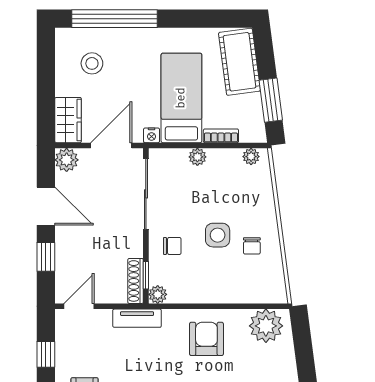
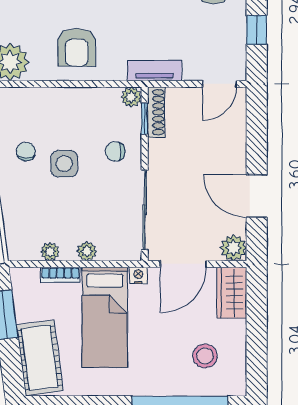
plant: (251, 157) -> (50, 252), moved
window: (46, 257) -> (257, 139), removed

